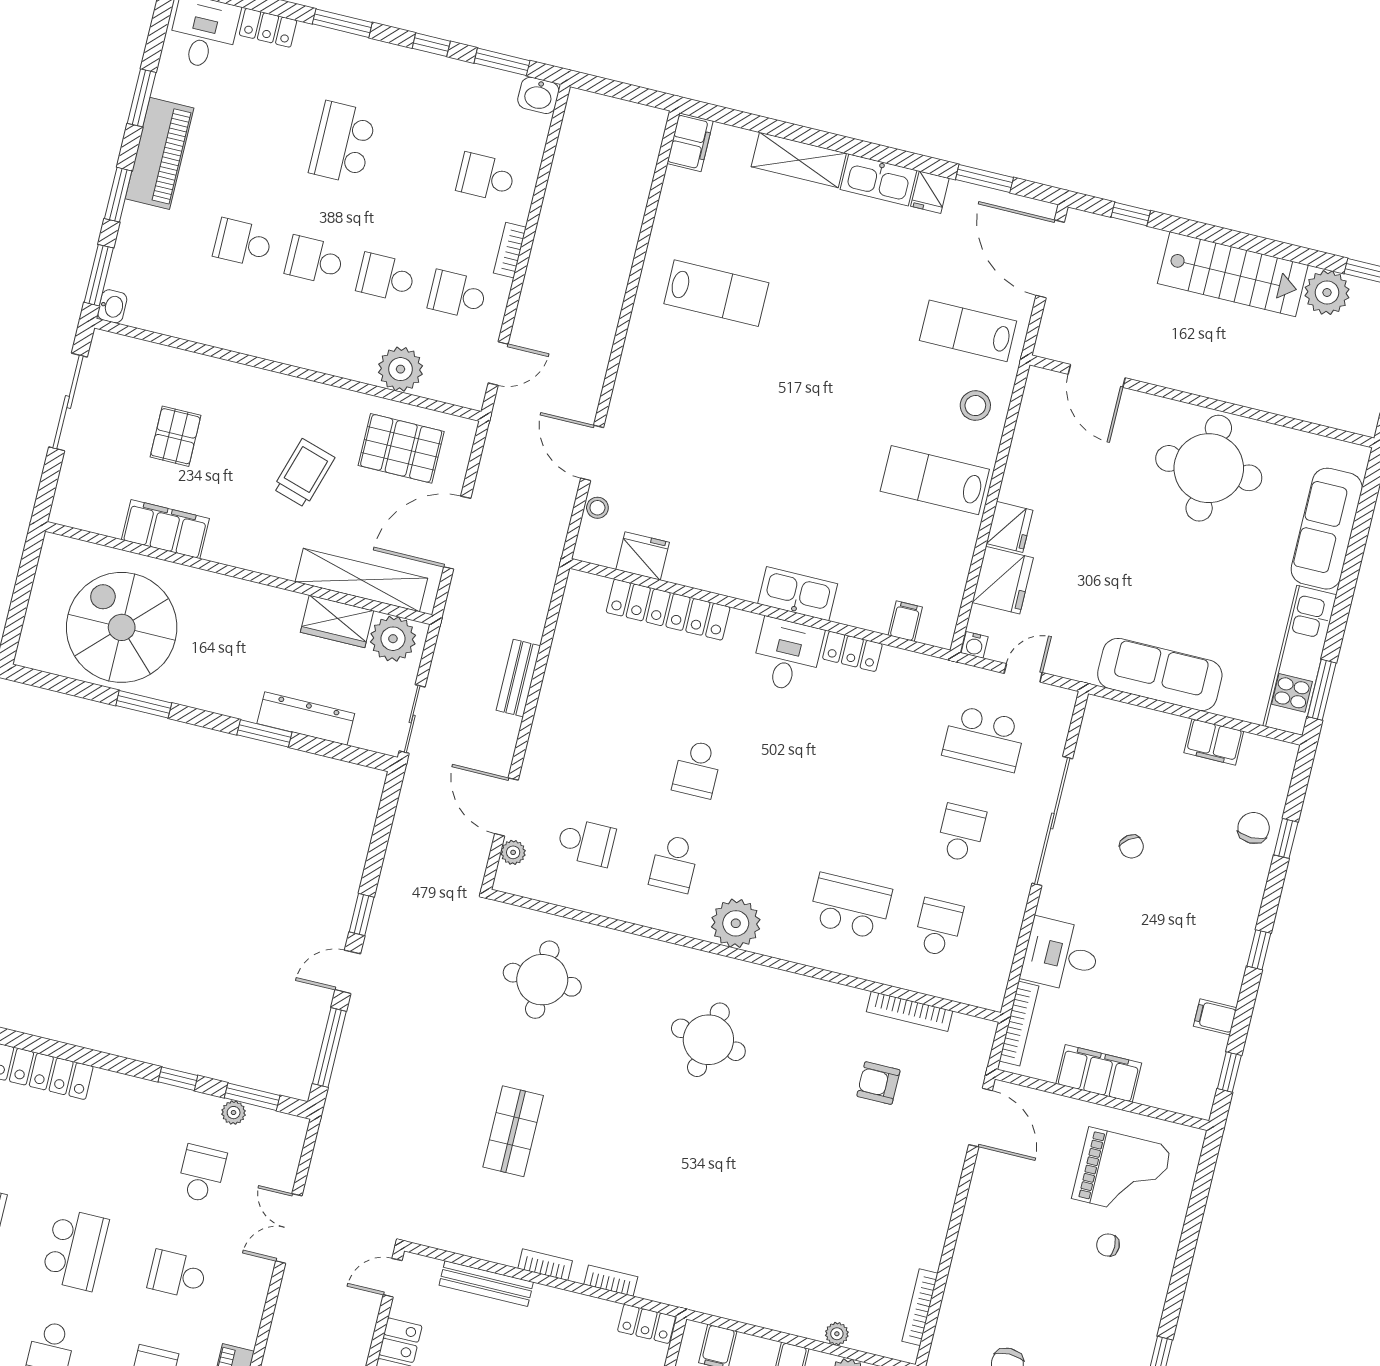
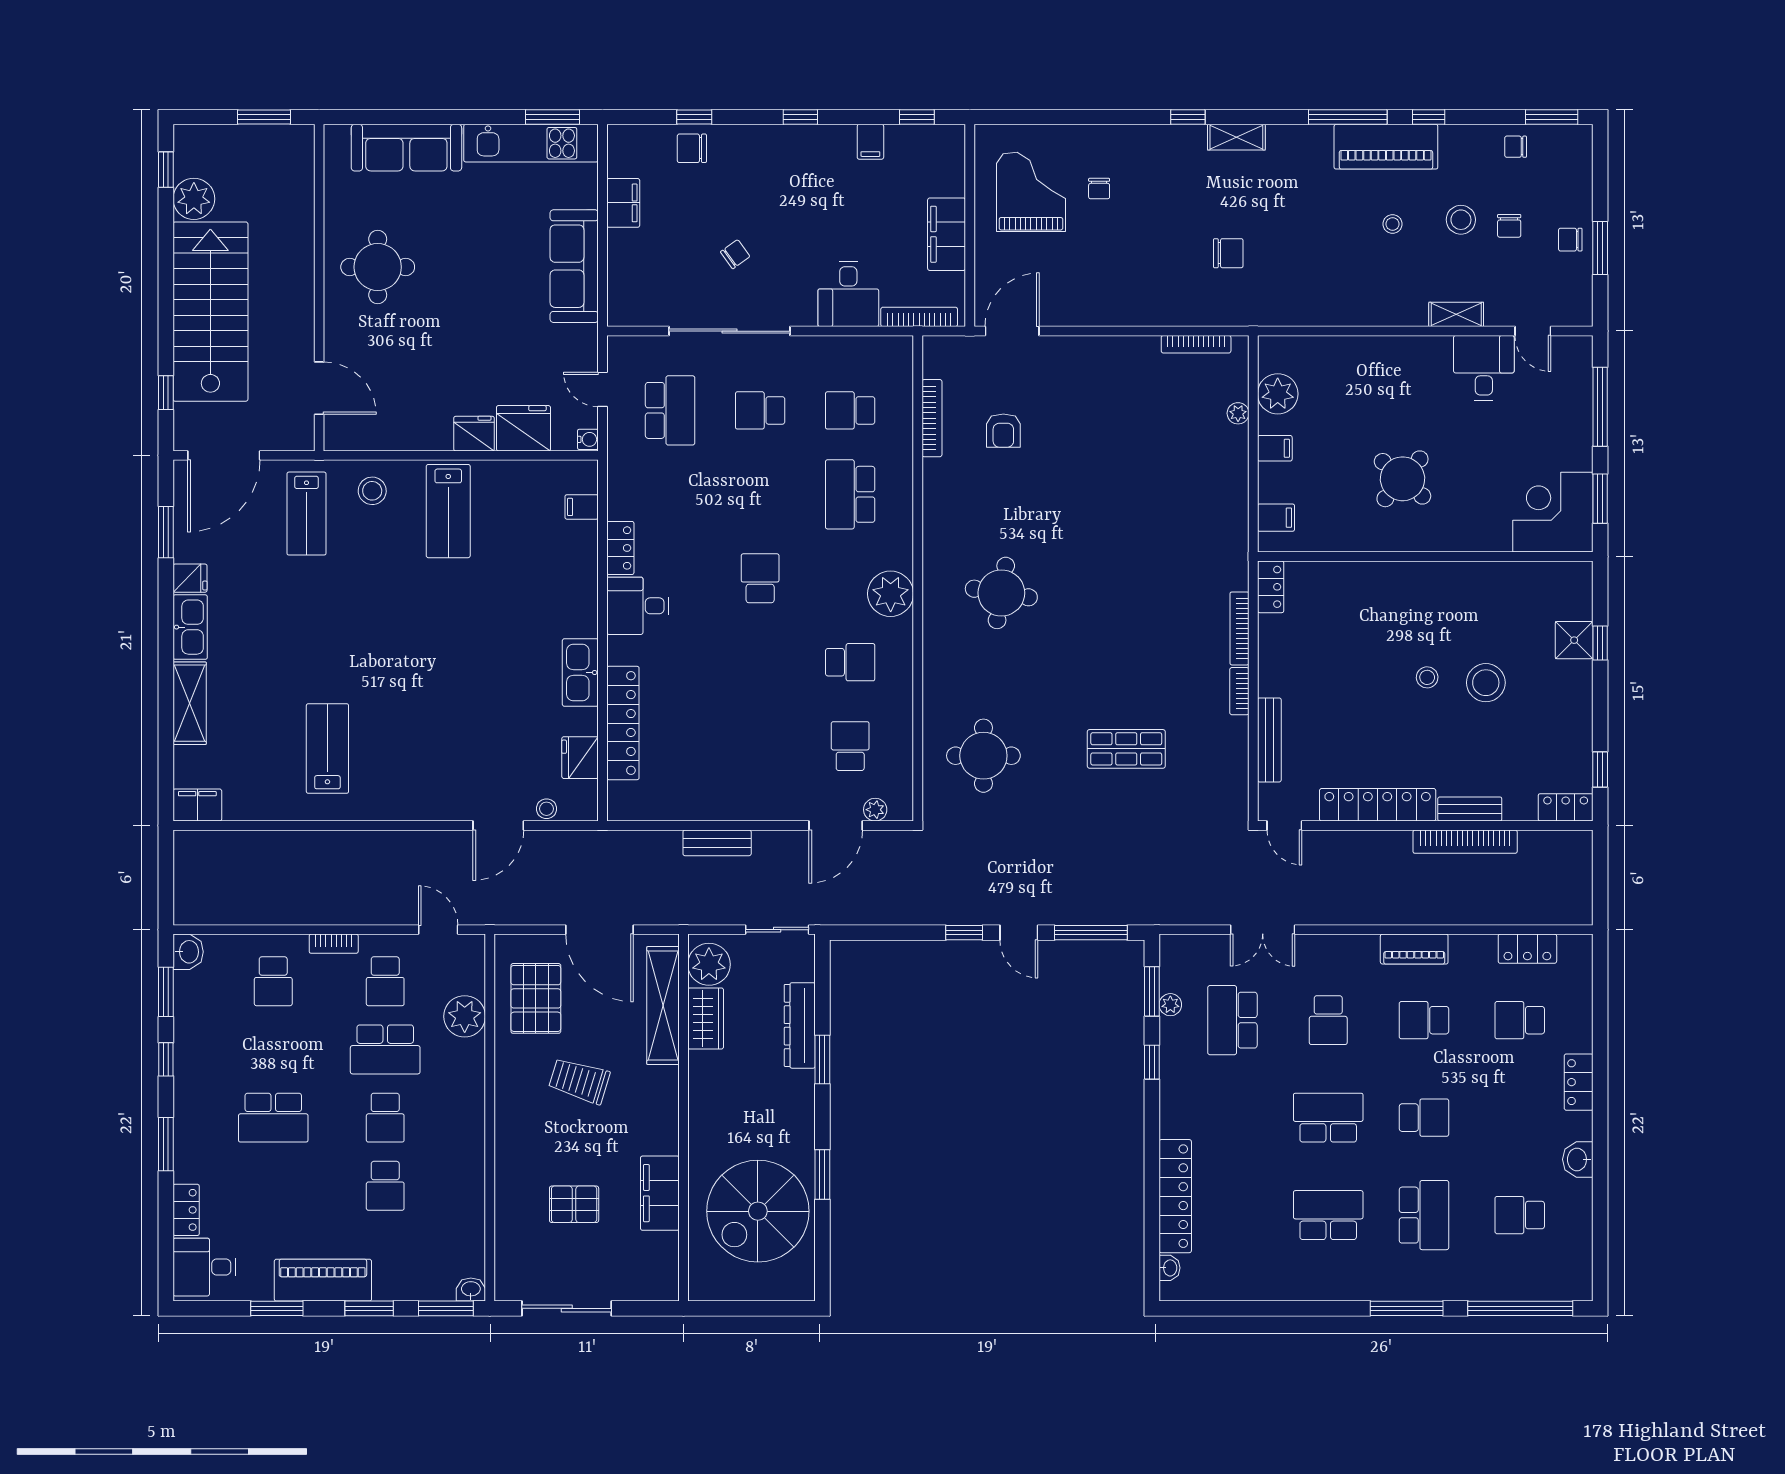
stairs: (1233, 274) -> (210, 312), width x1.36, depth x1.51
school desk: (386, 277) -> (385, 1049), width x1.85
door: (1097, 376) -> (319, 388), hinge flipped
round table: (1209, 468) -> (378, 267), width x0.73, depth x0.73
kitchen sink: (798, 594) -> (580, 672), moved
school desk: (697, 769) -> (760, 578), moved, turned -90
school desk: (202, 1174) -> (1232, 1020), width x1.85
bookcase: (611, 1281) -> (1239, 628), width x1.56

